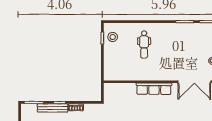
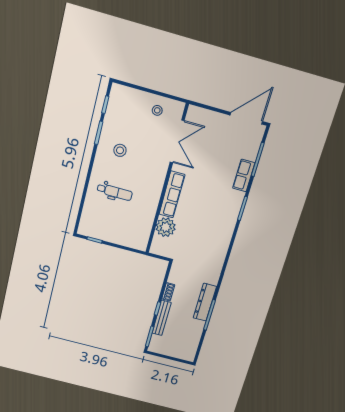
stool: (113, 37) -> (120, 150), moved
plant: (127, 91) -> (166, 227), added

